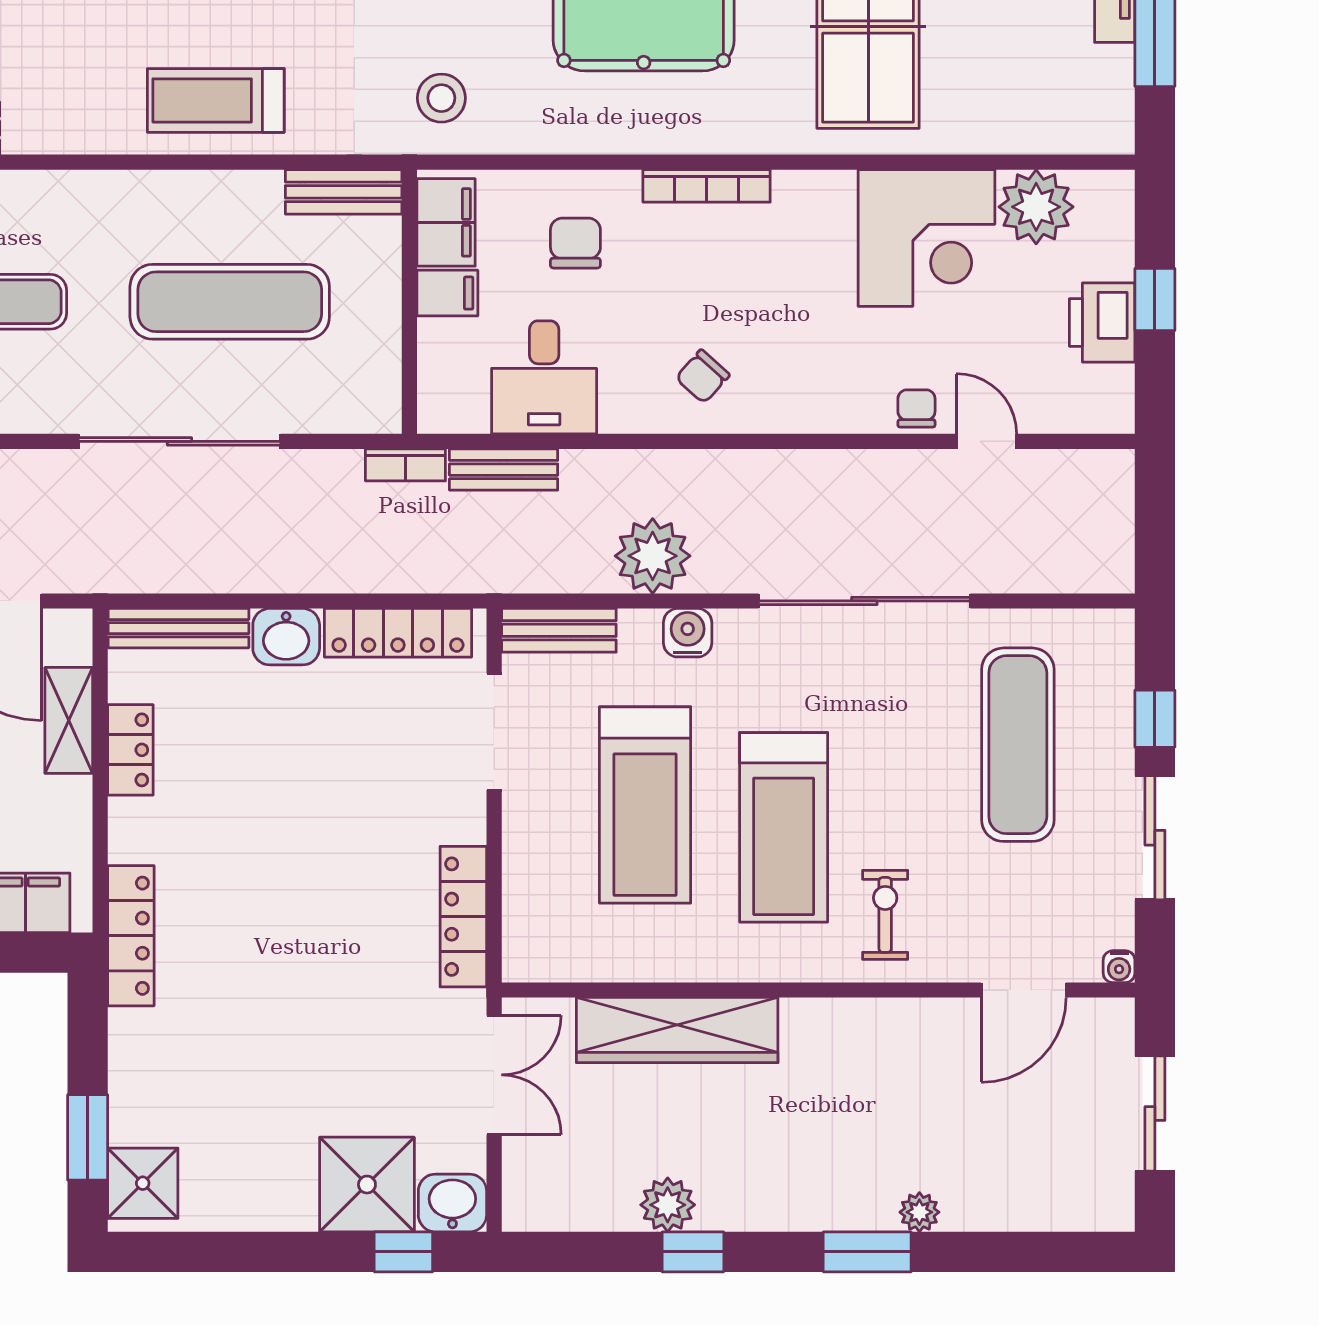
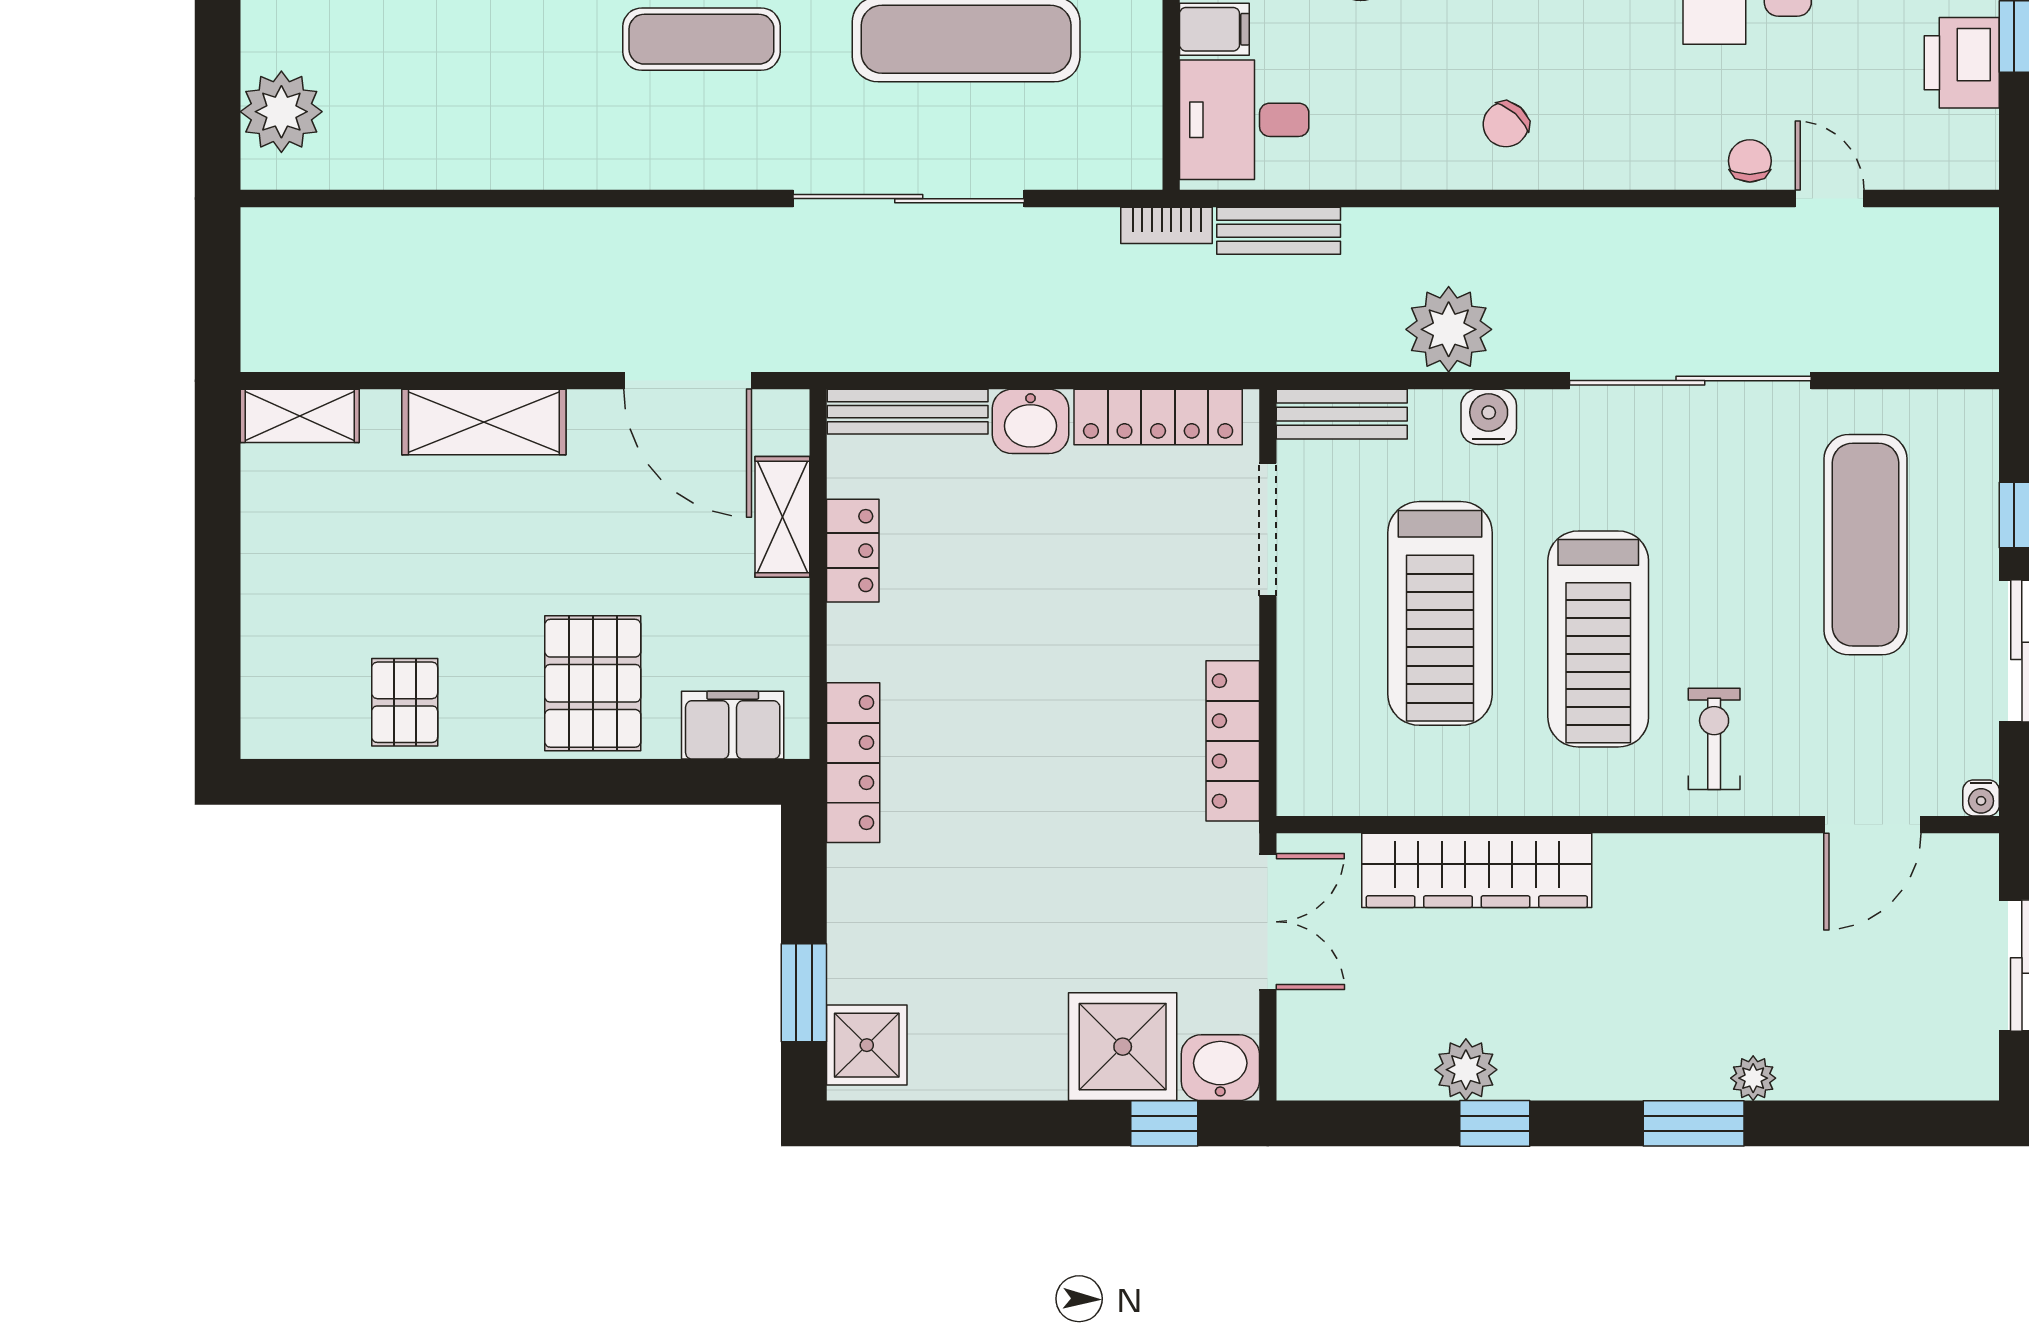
desk: (544, 377) -> (1244, 120), moved, turned 90

